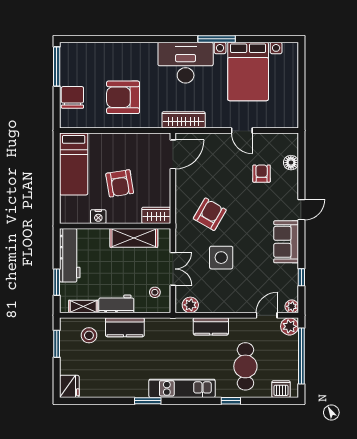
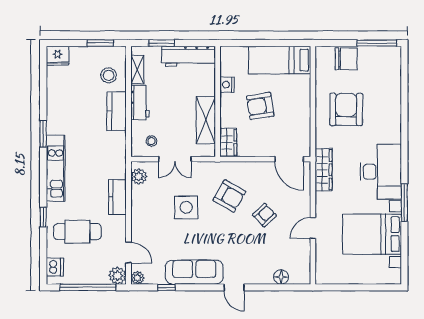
armchair: (262, 174) -> (264, 215), moved, turned -44
sofa: (286, 242) -> (194, 272), width x1.36

